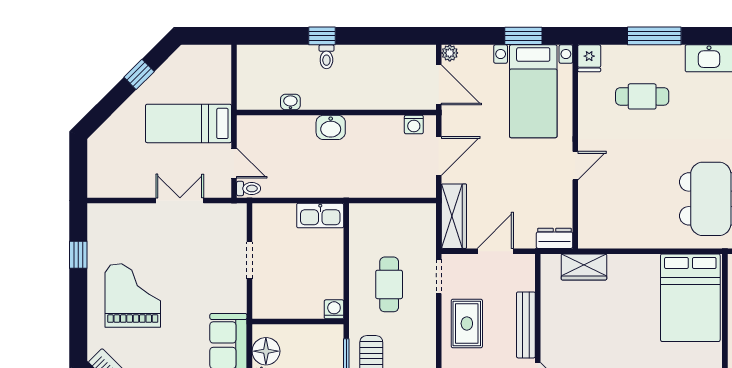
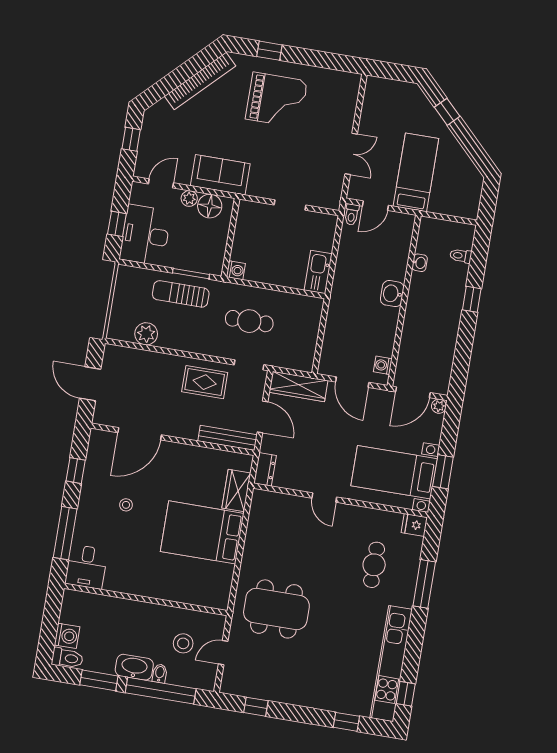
toilet: (326, 57) -> (461, 256), moved
window: (139, 74) -> (447, 112), moved
window: (78, 255) -> (269, 51), moved
bed: (690, 298) -> (202, 532), moved
bench: (526, 325) -> (228, 438), moved

